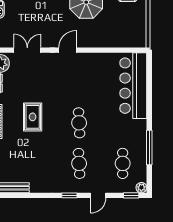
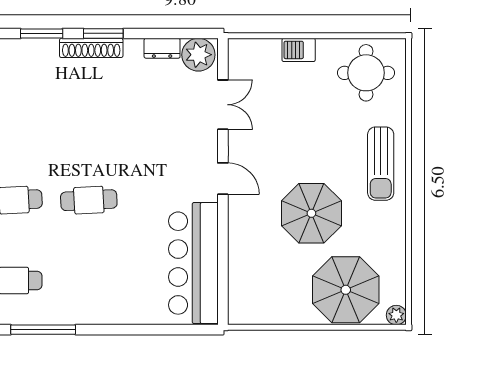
bar counter: (133, 86) -> (193, 263), moved, turned -90
rug: (33, 117) -> (100, 114), removed

